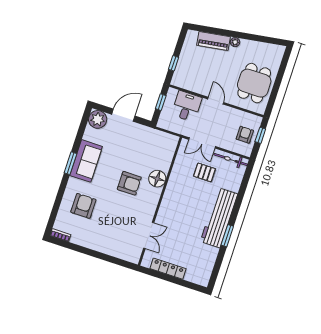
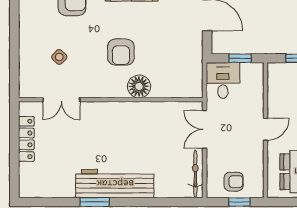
desk: (187, 106) -> (223, 80), moved, turned -90
pallet: (204, 172) -> (167, 145), removed
side table: (119, 227) -> (59, 57), added

